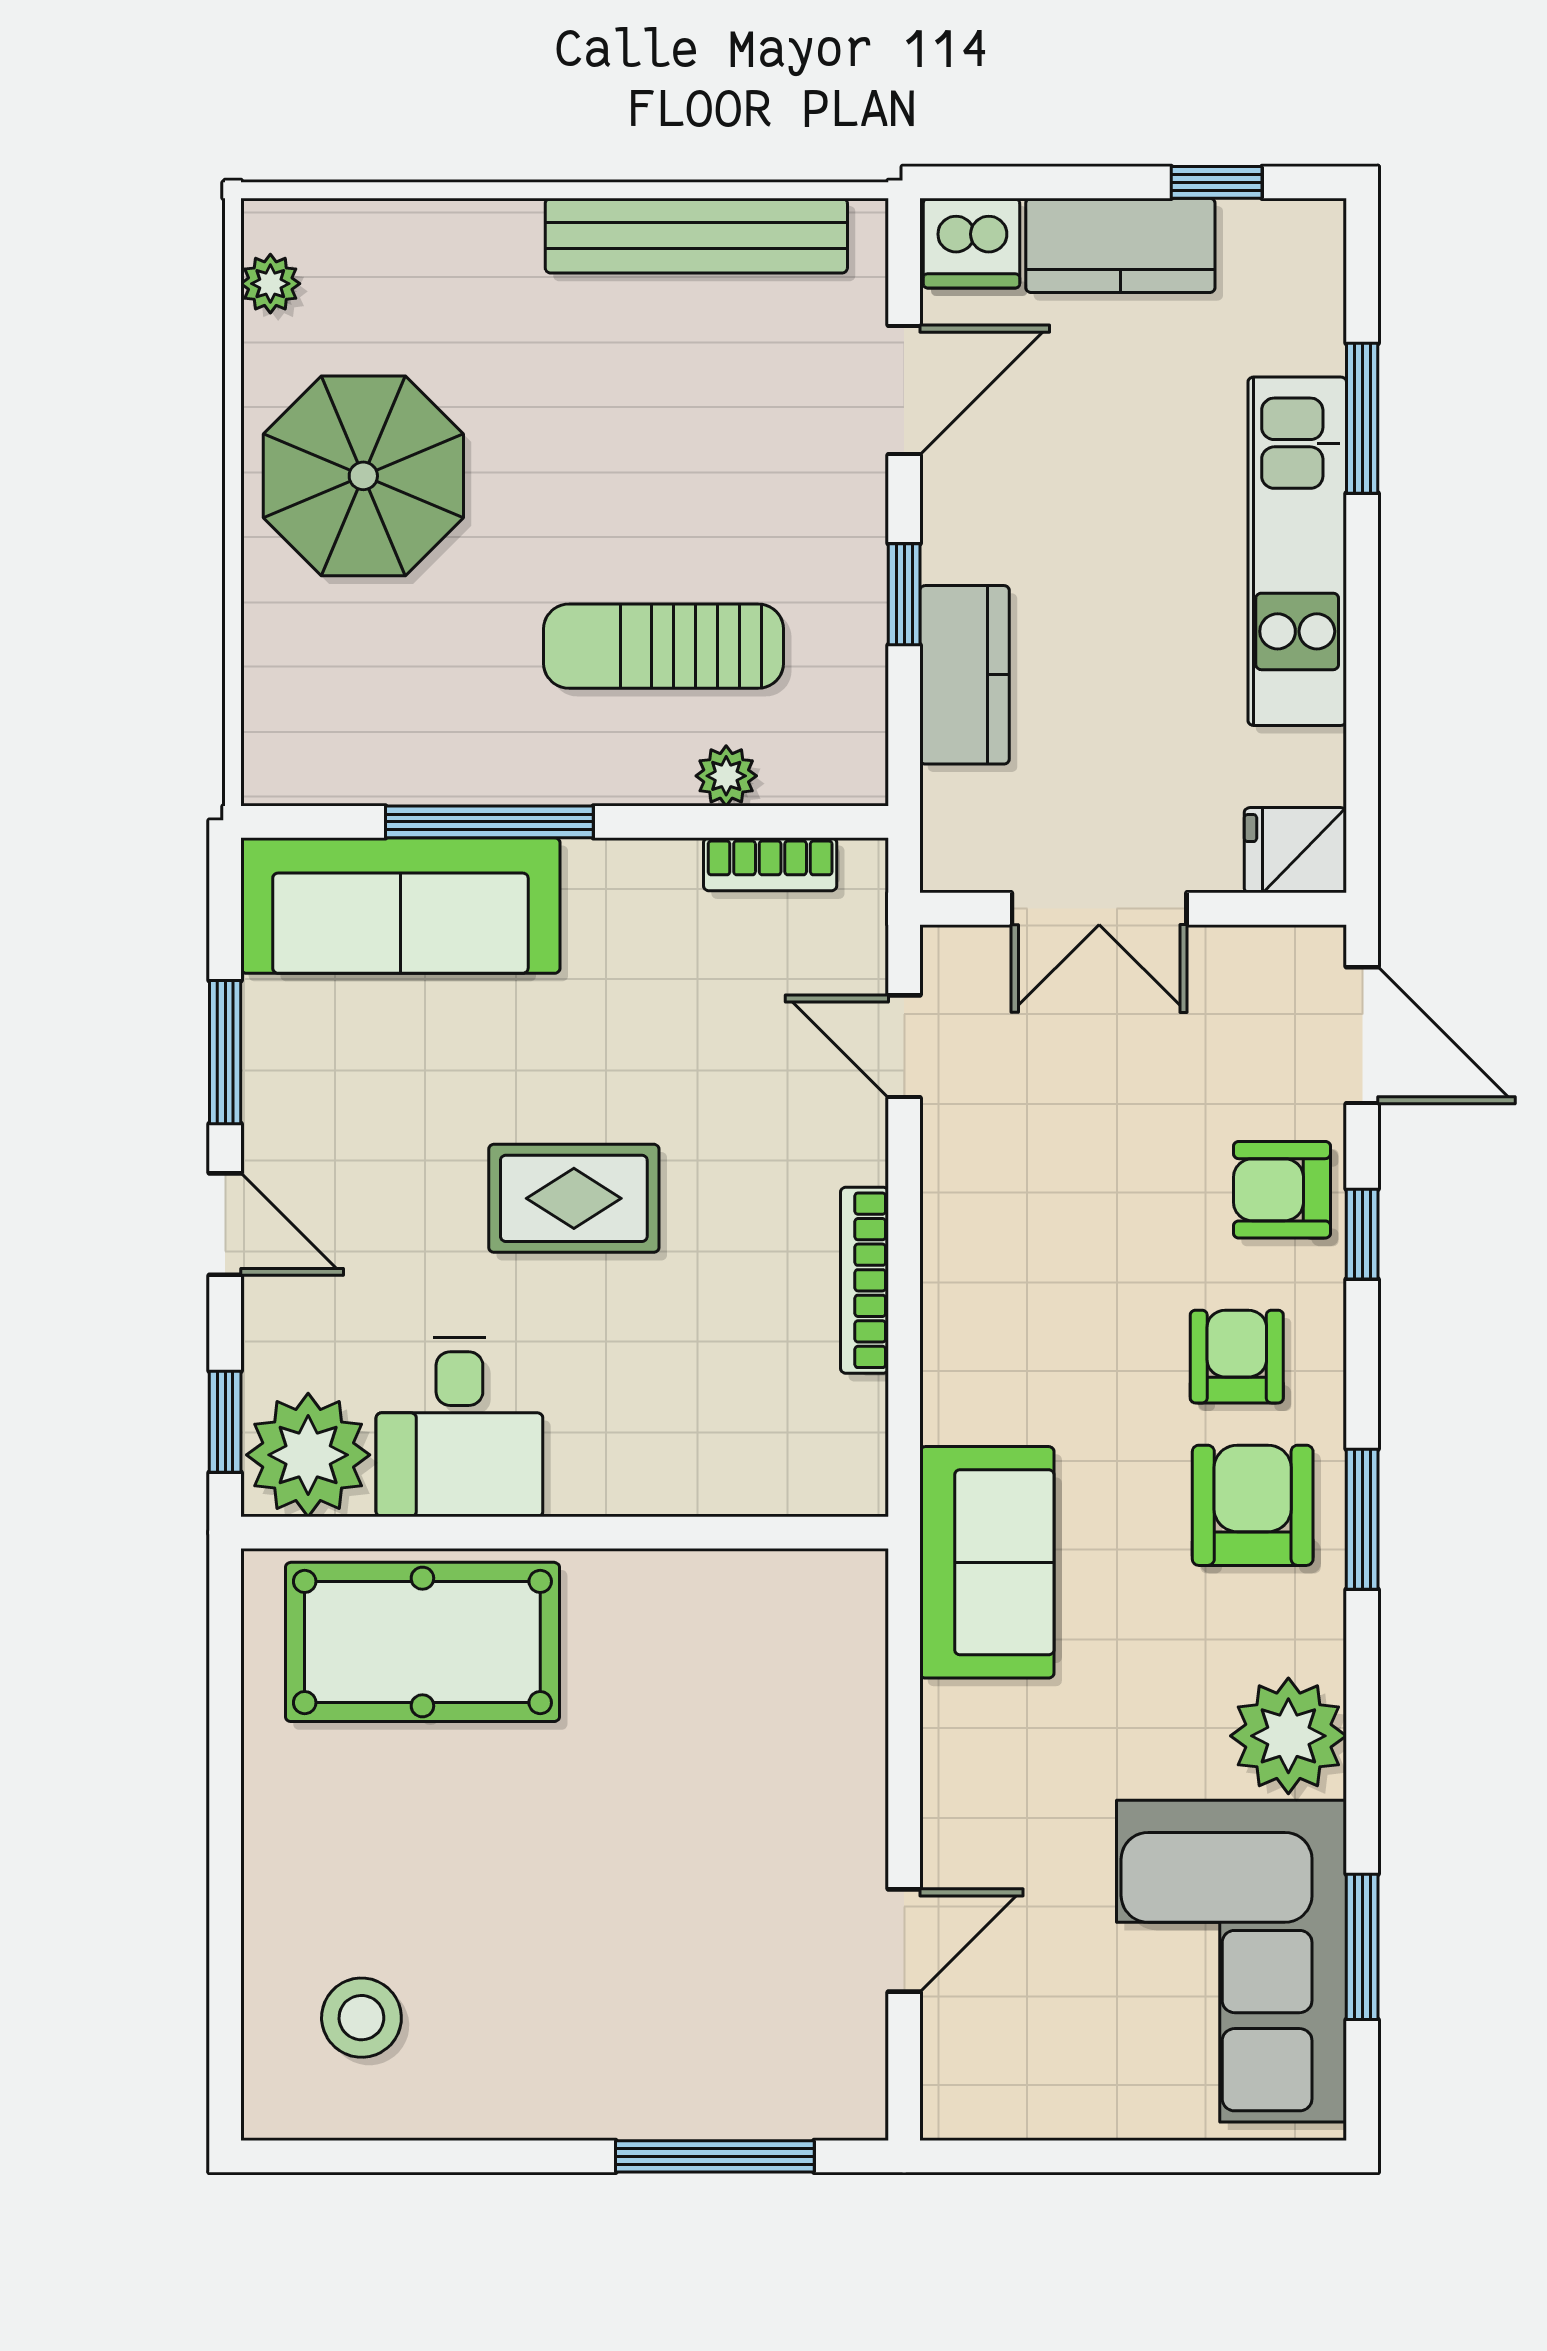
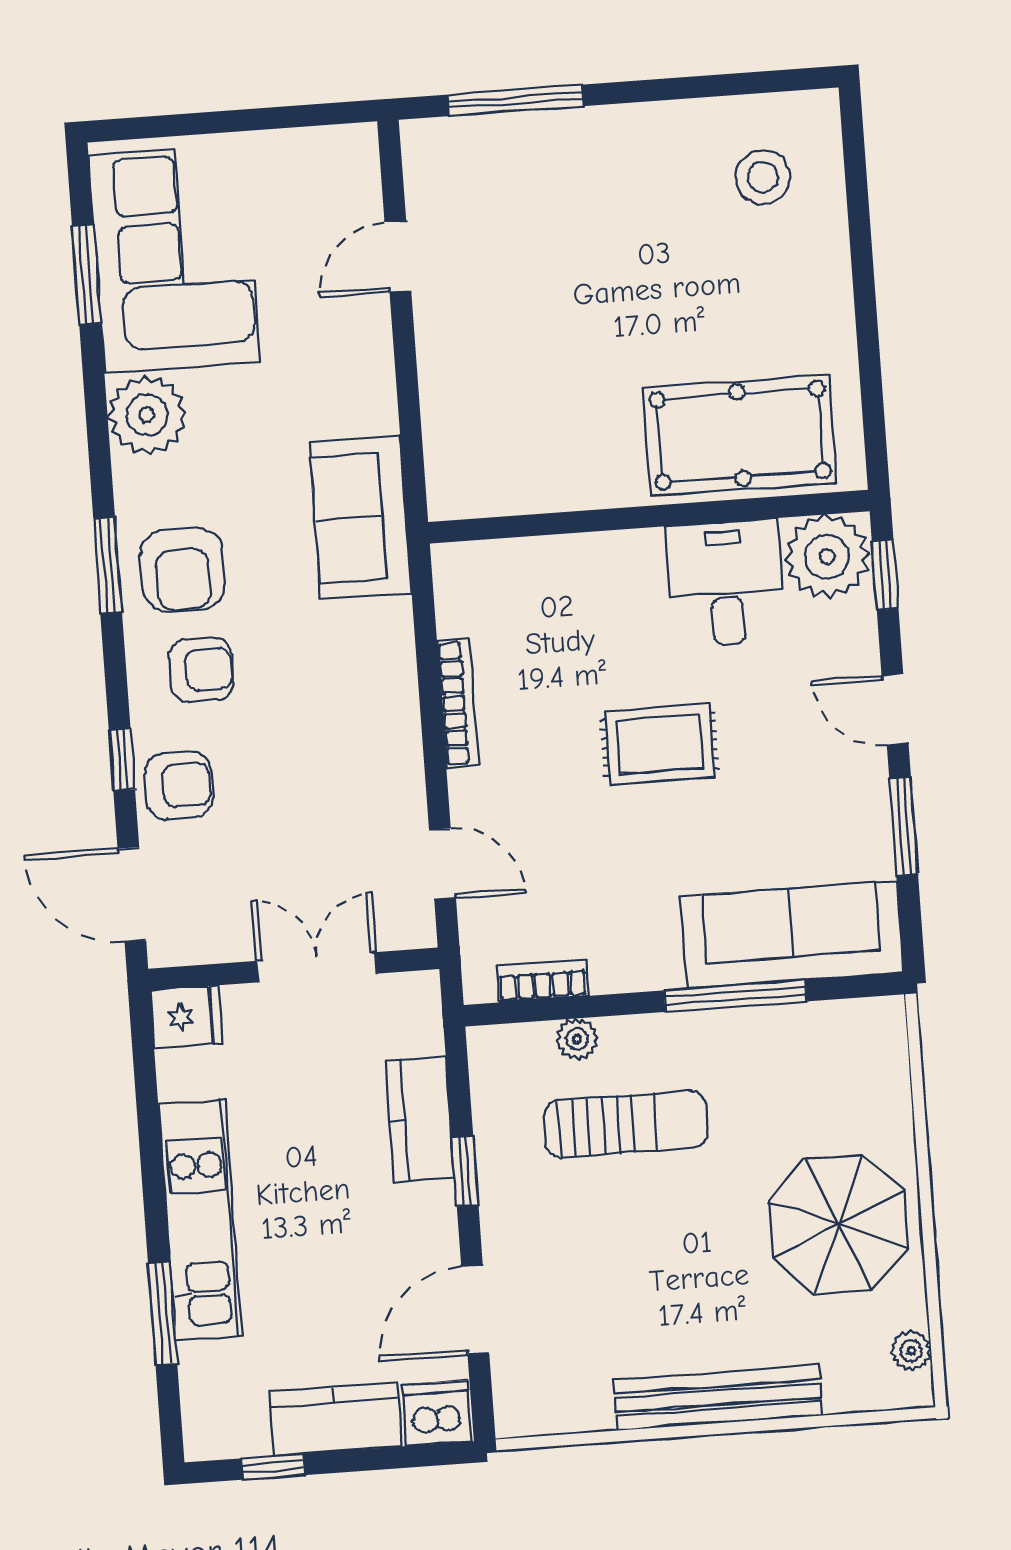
bench: (696, 236) -> (718, 1398), moved
armchair: (1237, 1357) -> (201, 670), turned -90

